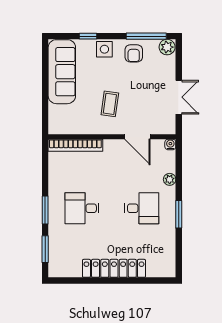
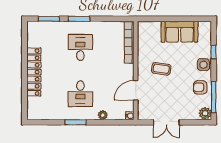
sofa: (62, 72) -> (180, 32), width x0.73

